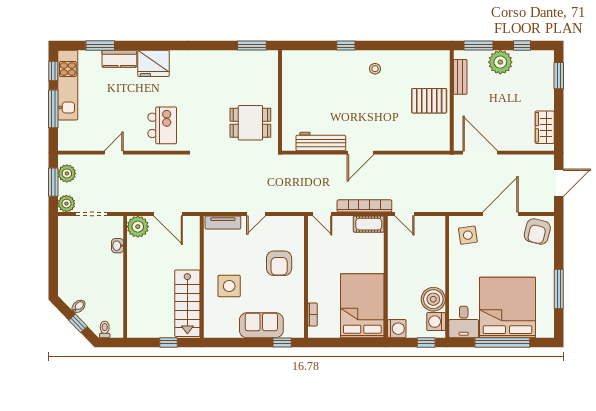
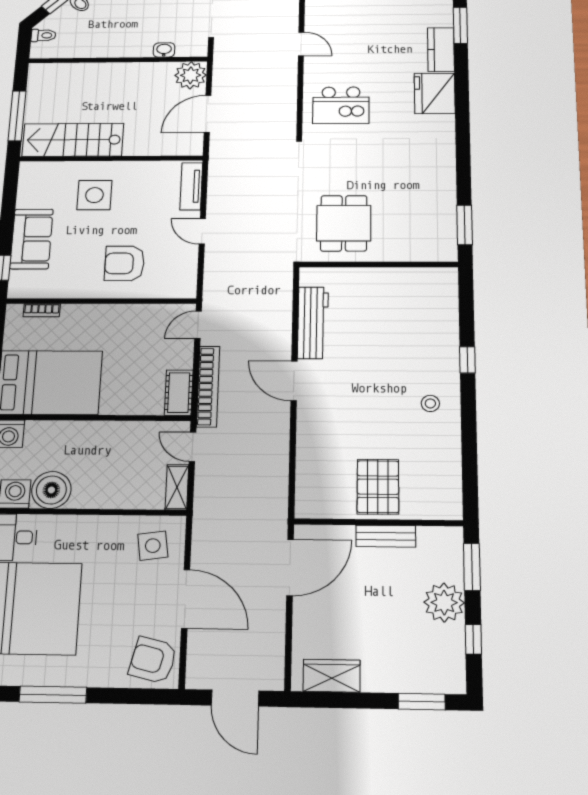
bench: (460, 77) -> (386, 536), moved
door: (405, 214) -> (192, 447), hinge flipped
shelving: (431, 222) -> (177, 487), added
window: (168, 342) -> (17, 116), width x2.17

